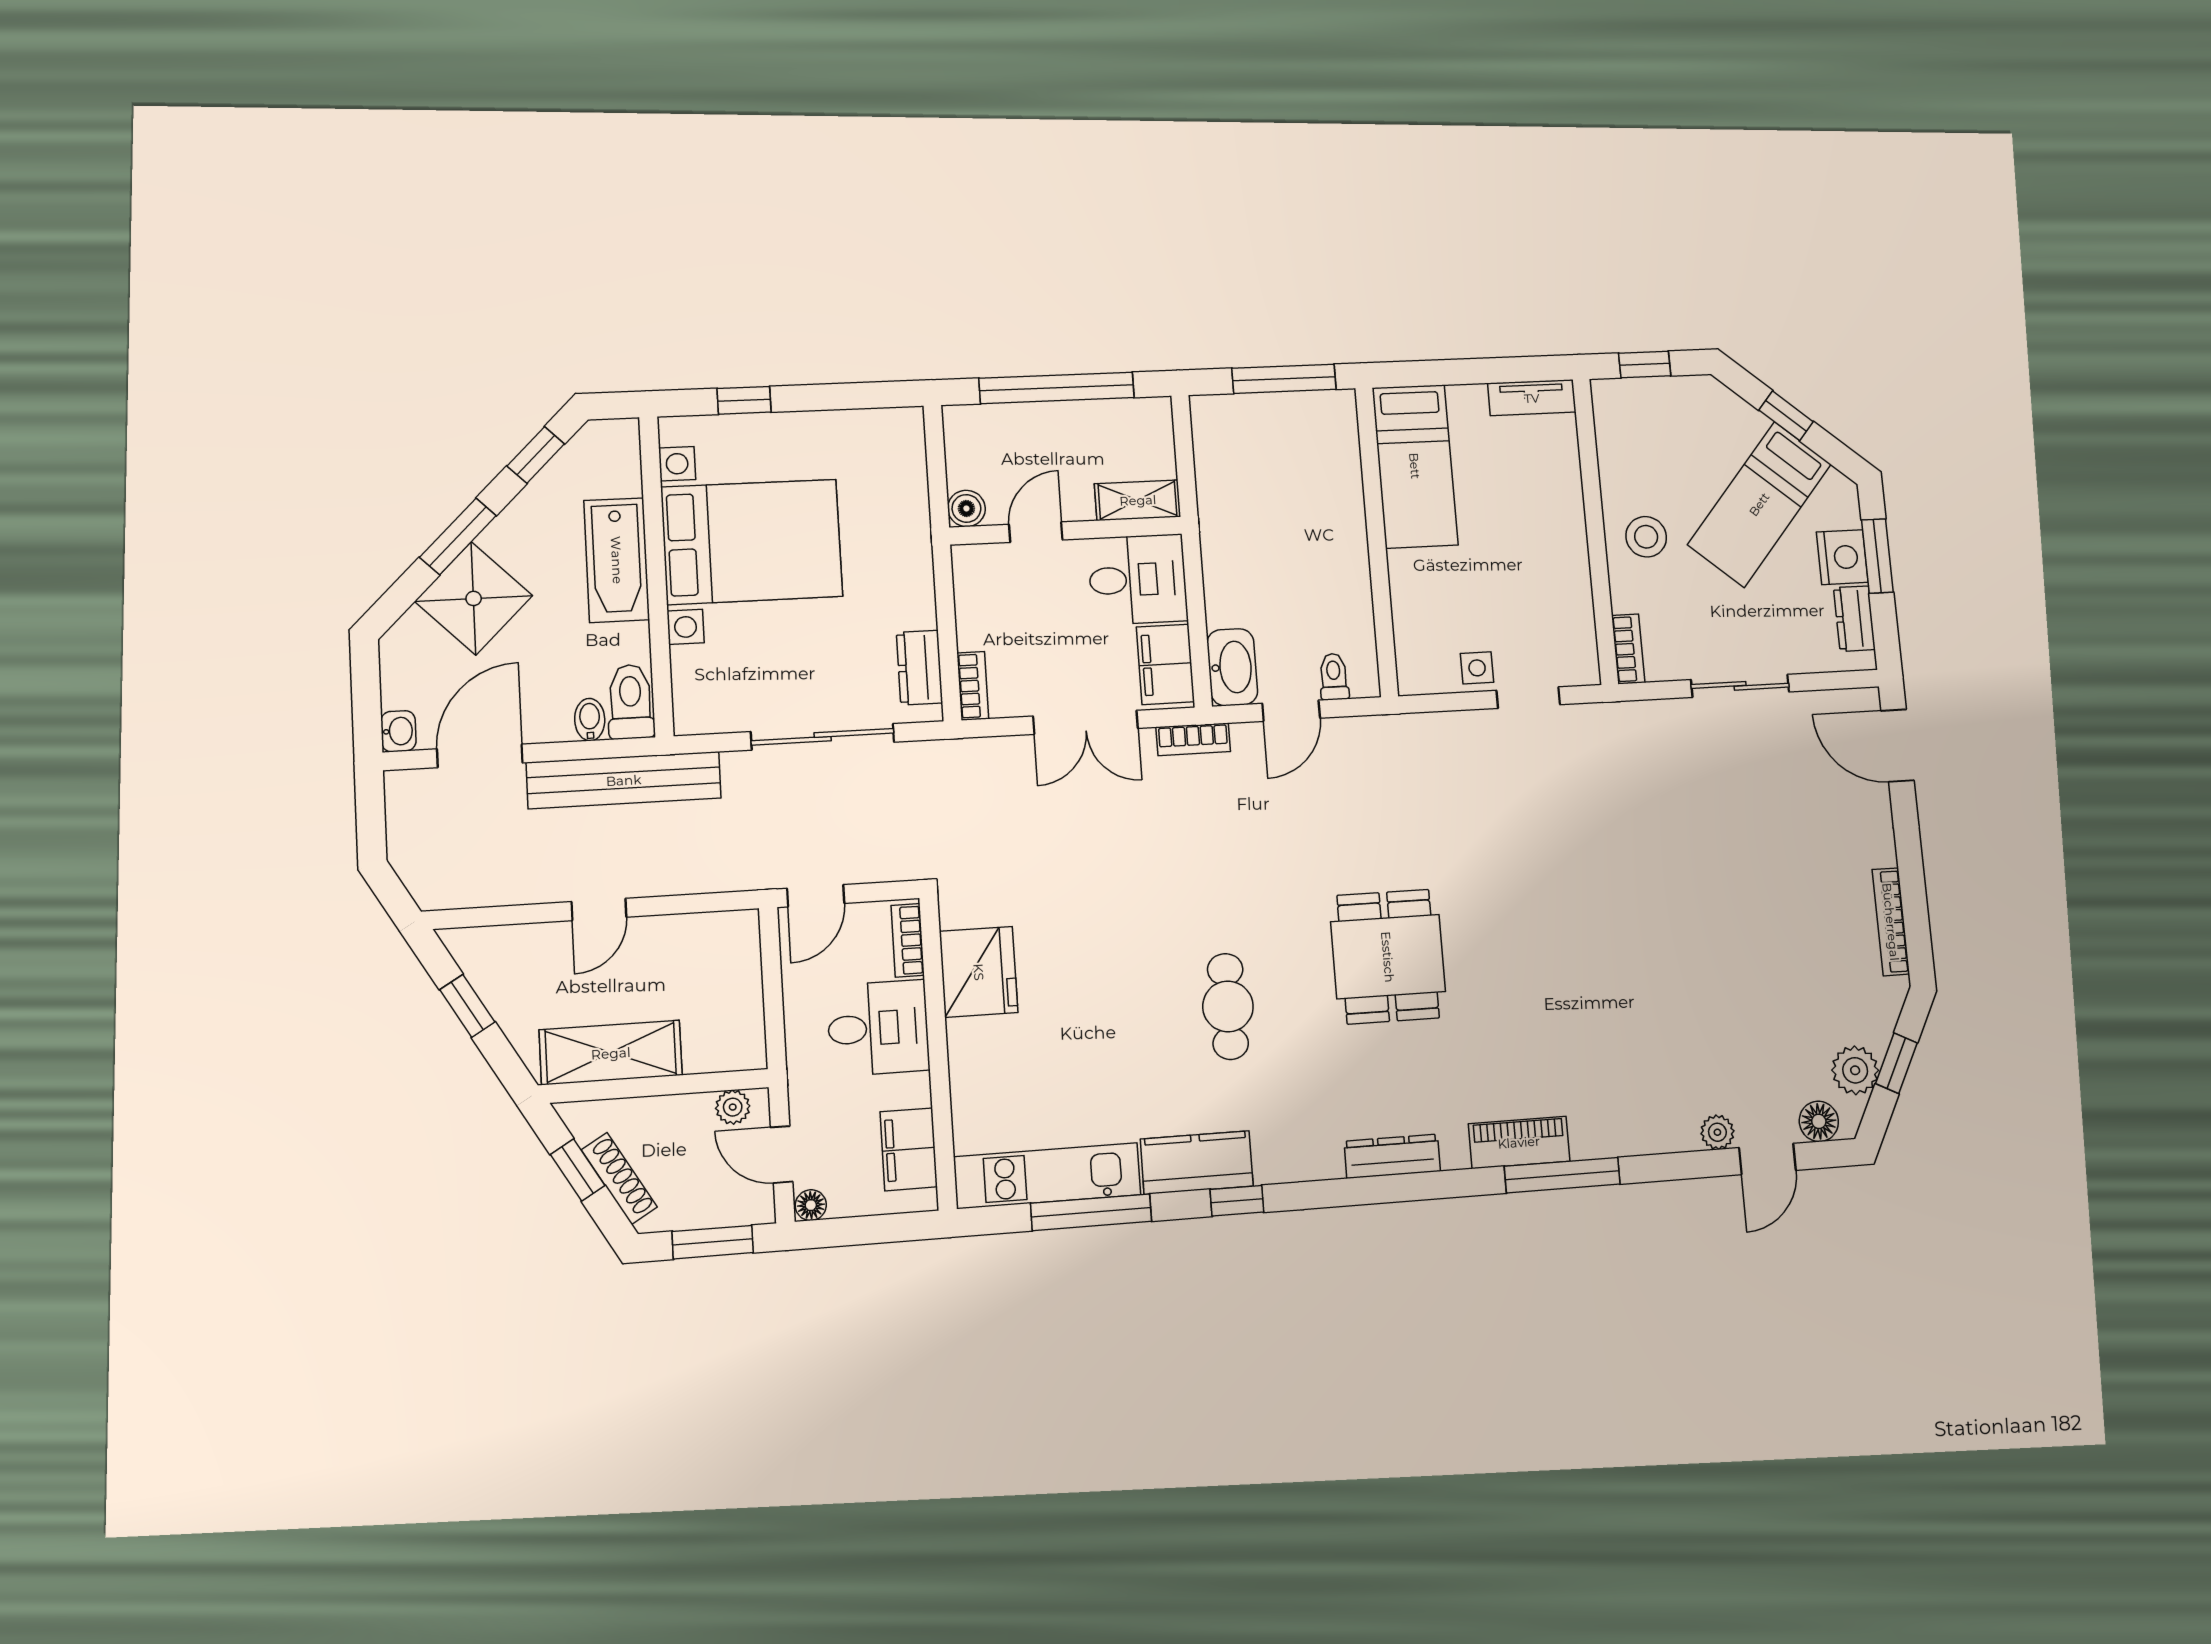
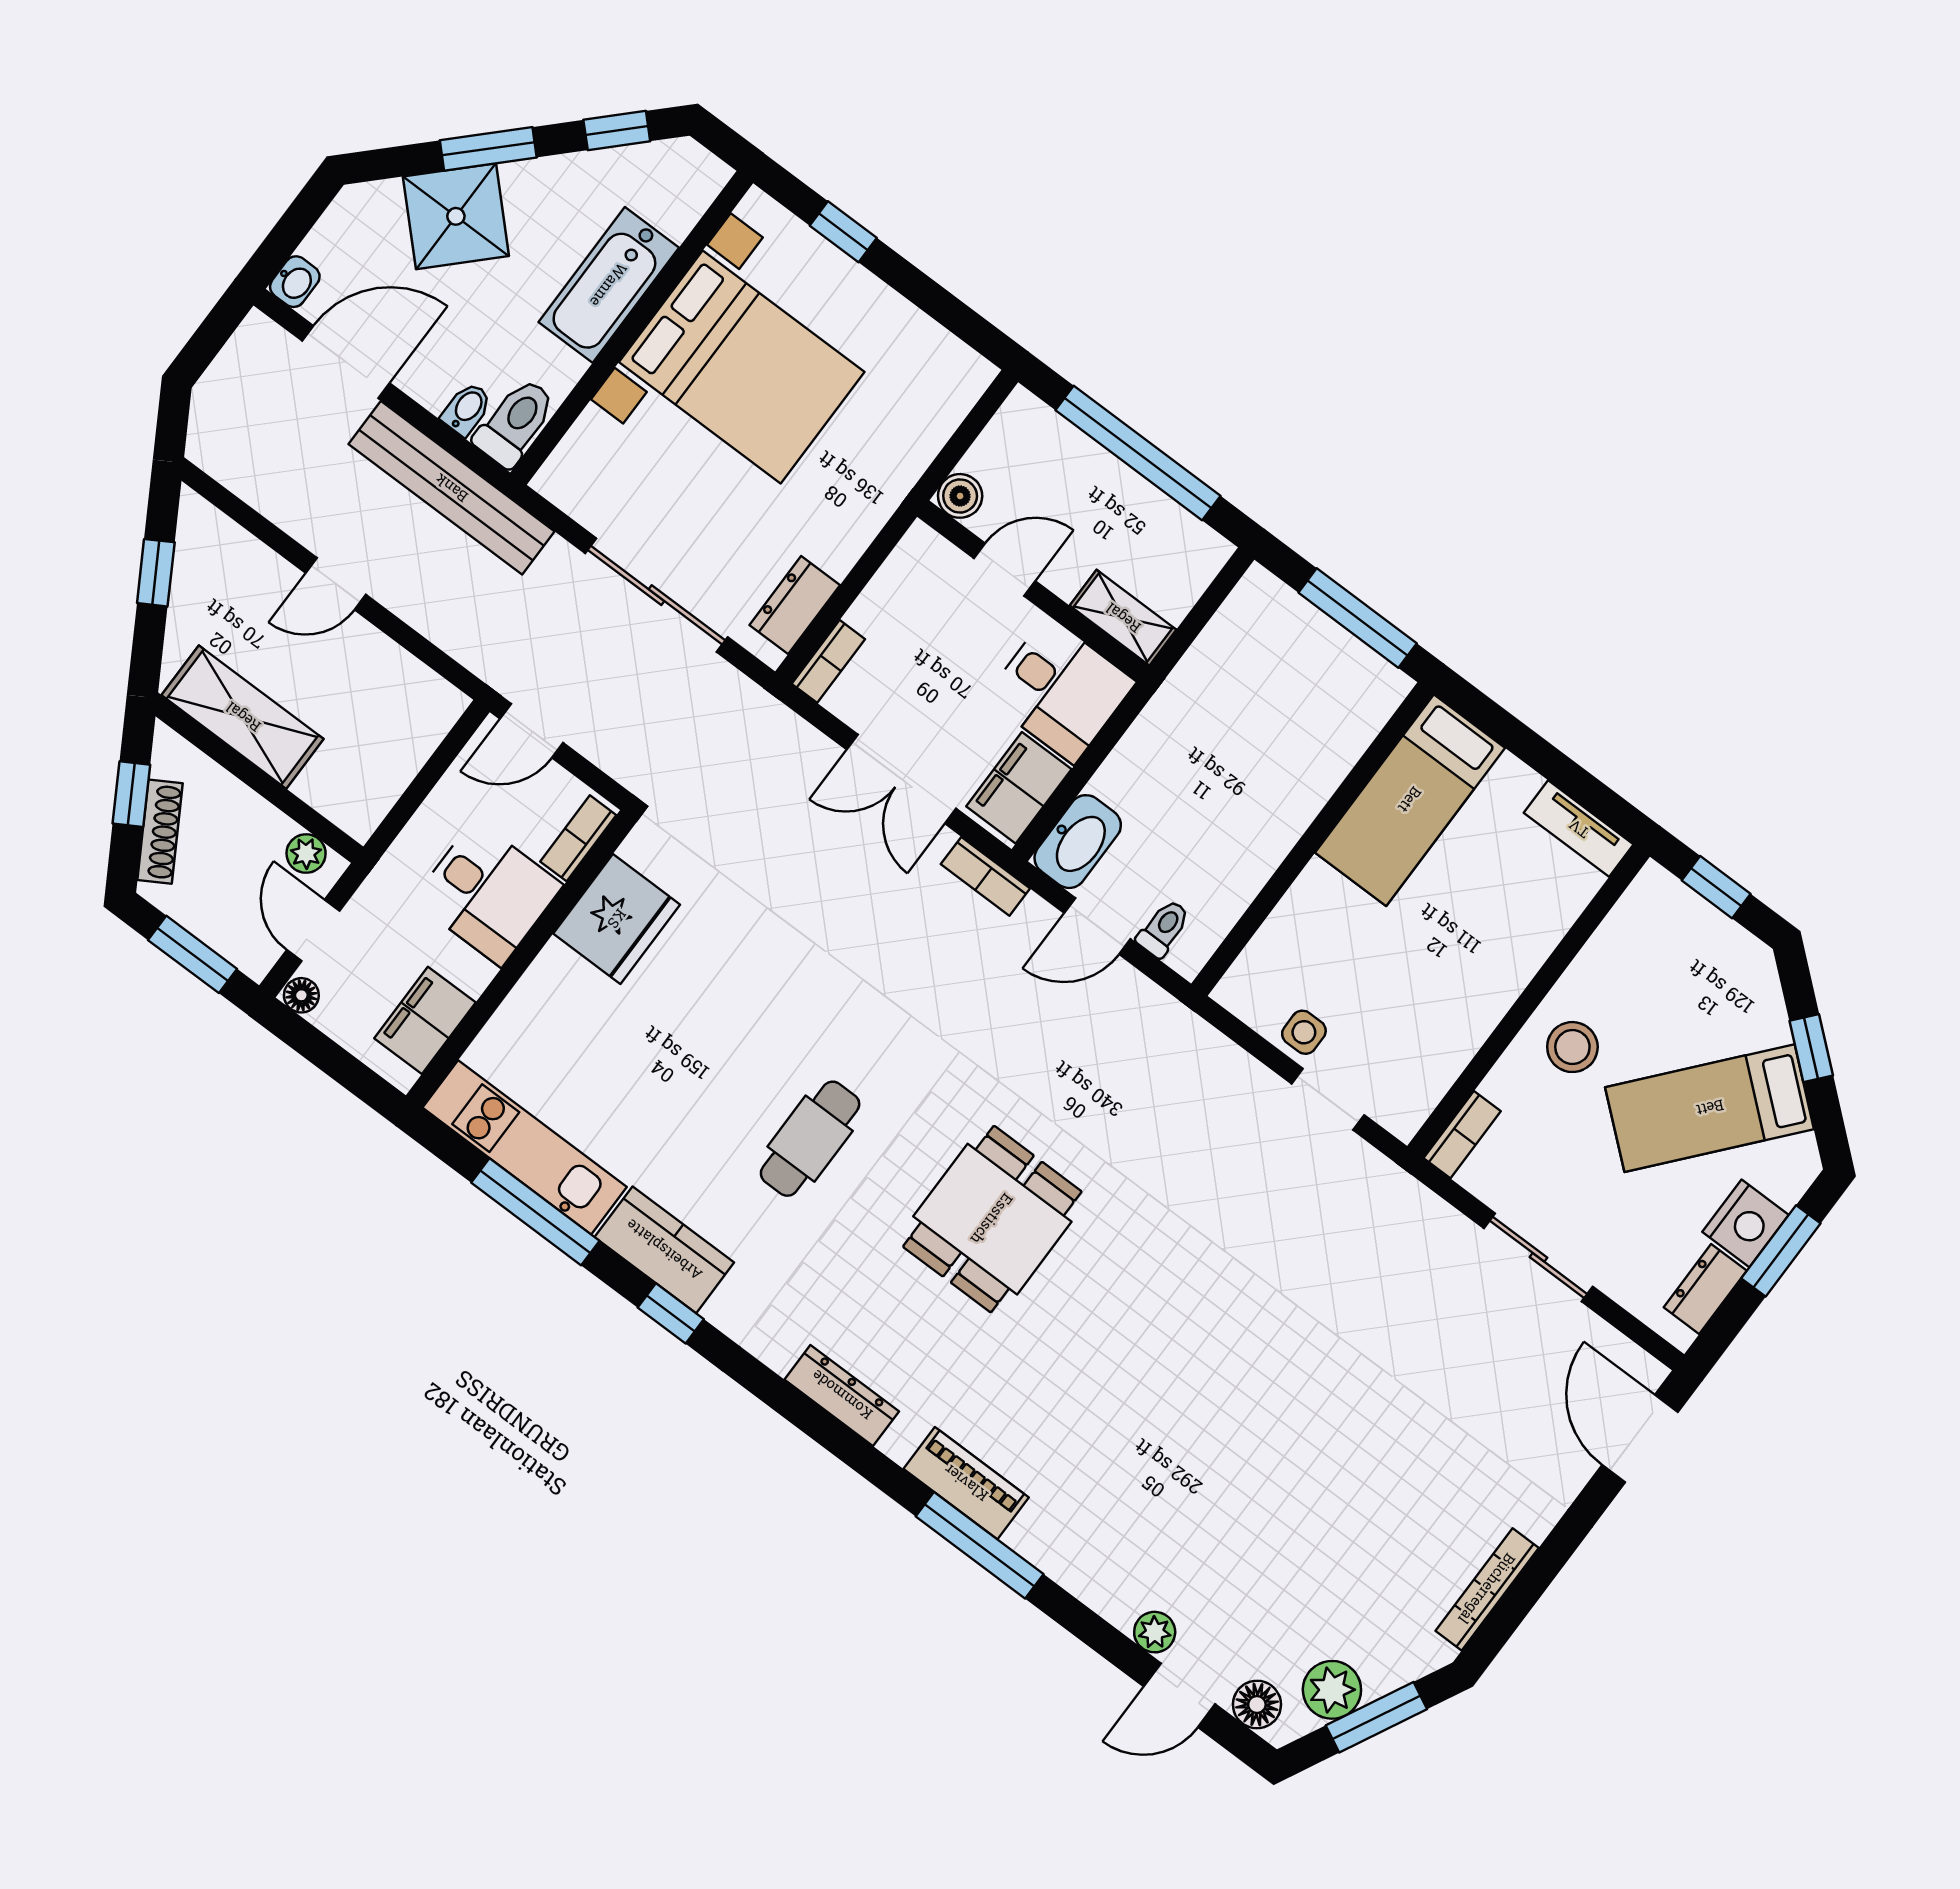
window: (1896, 1063) -> (1376, 1717), width x1.50

